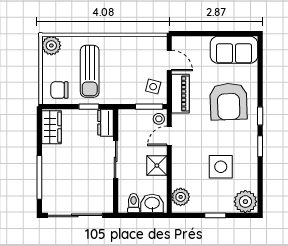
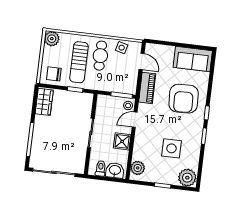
cafe table: (116, 60) -> (100, 56), added
side table: (153, 87) -> (122, 48), moved
dresser: (106, 123) -> (86, 103), removed

